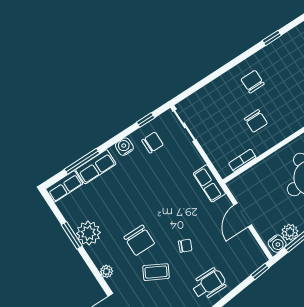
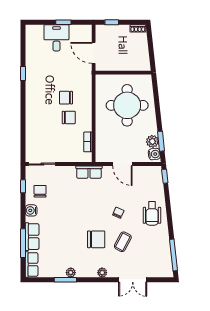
chair: (253, 82) -> (66, 98), moved
plant: (88, 233) -> (71, 273), width x0.53, depth x0.53
wheelchair: (209, 284) -> (152, 213), turned 180

